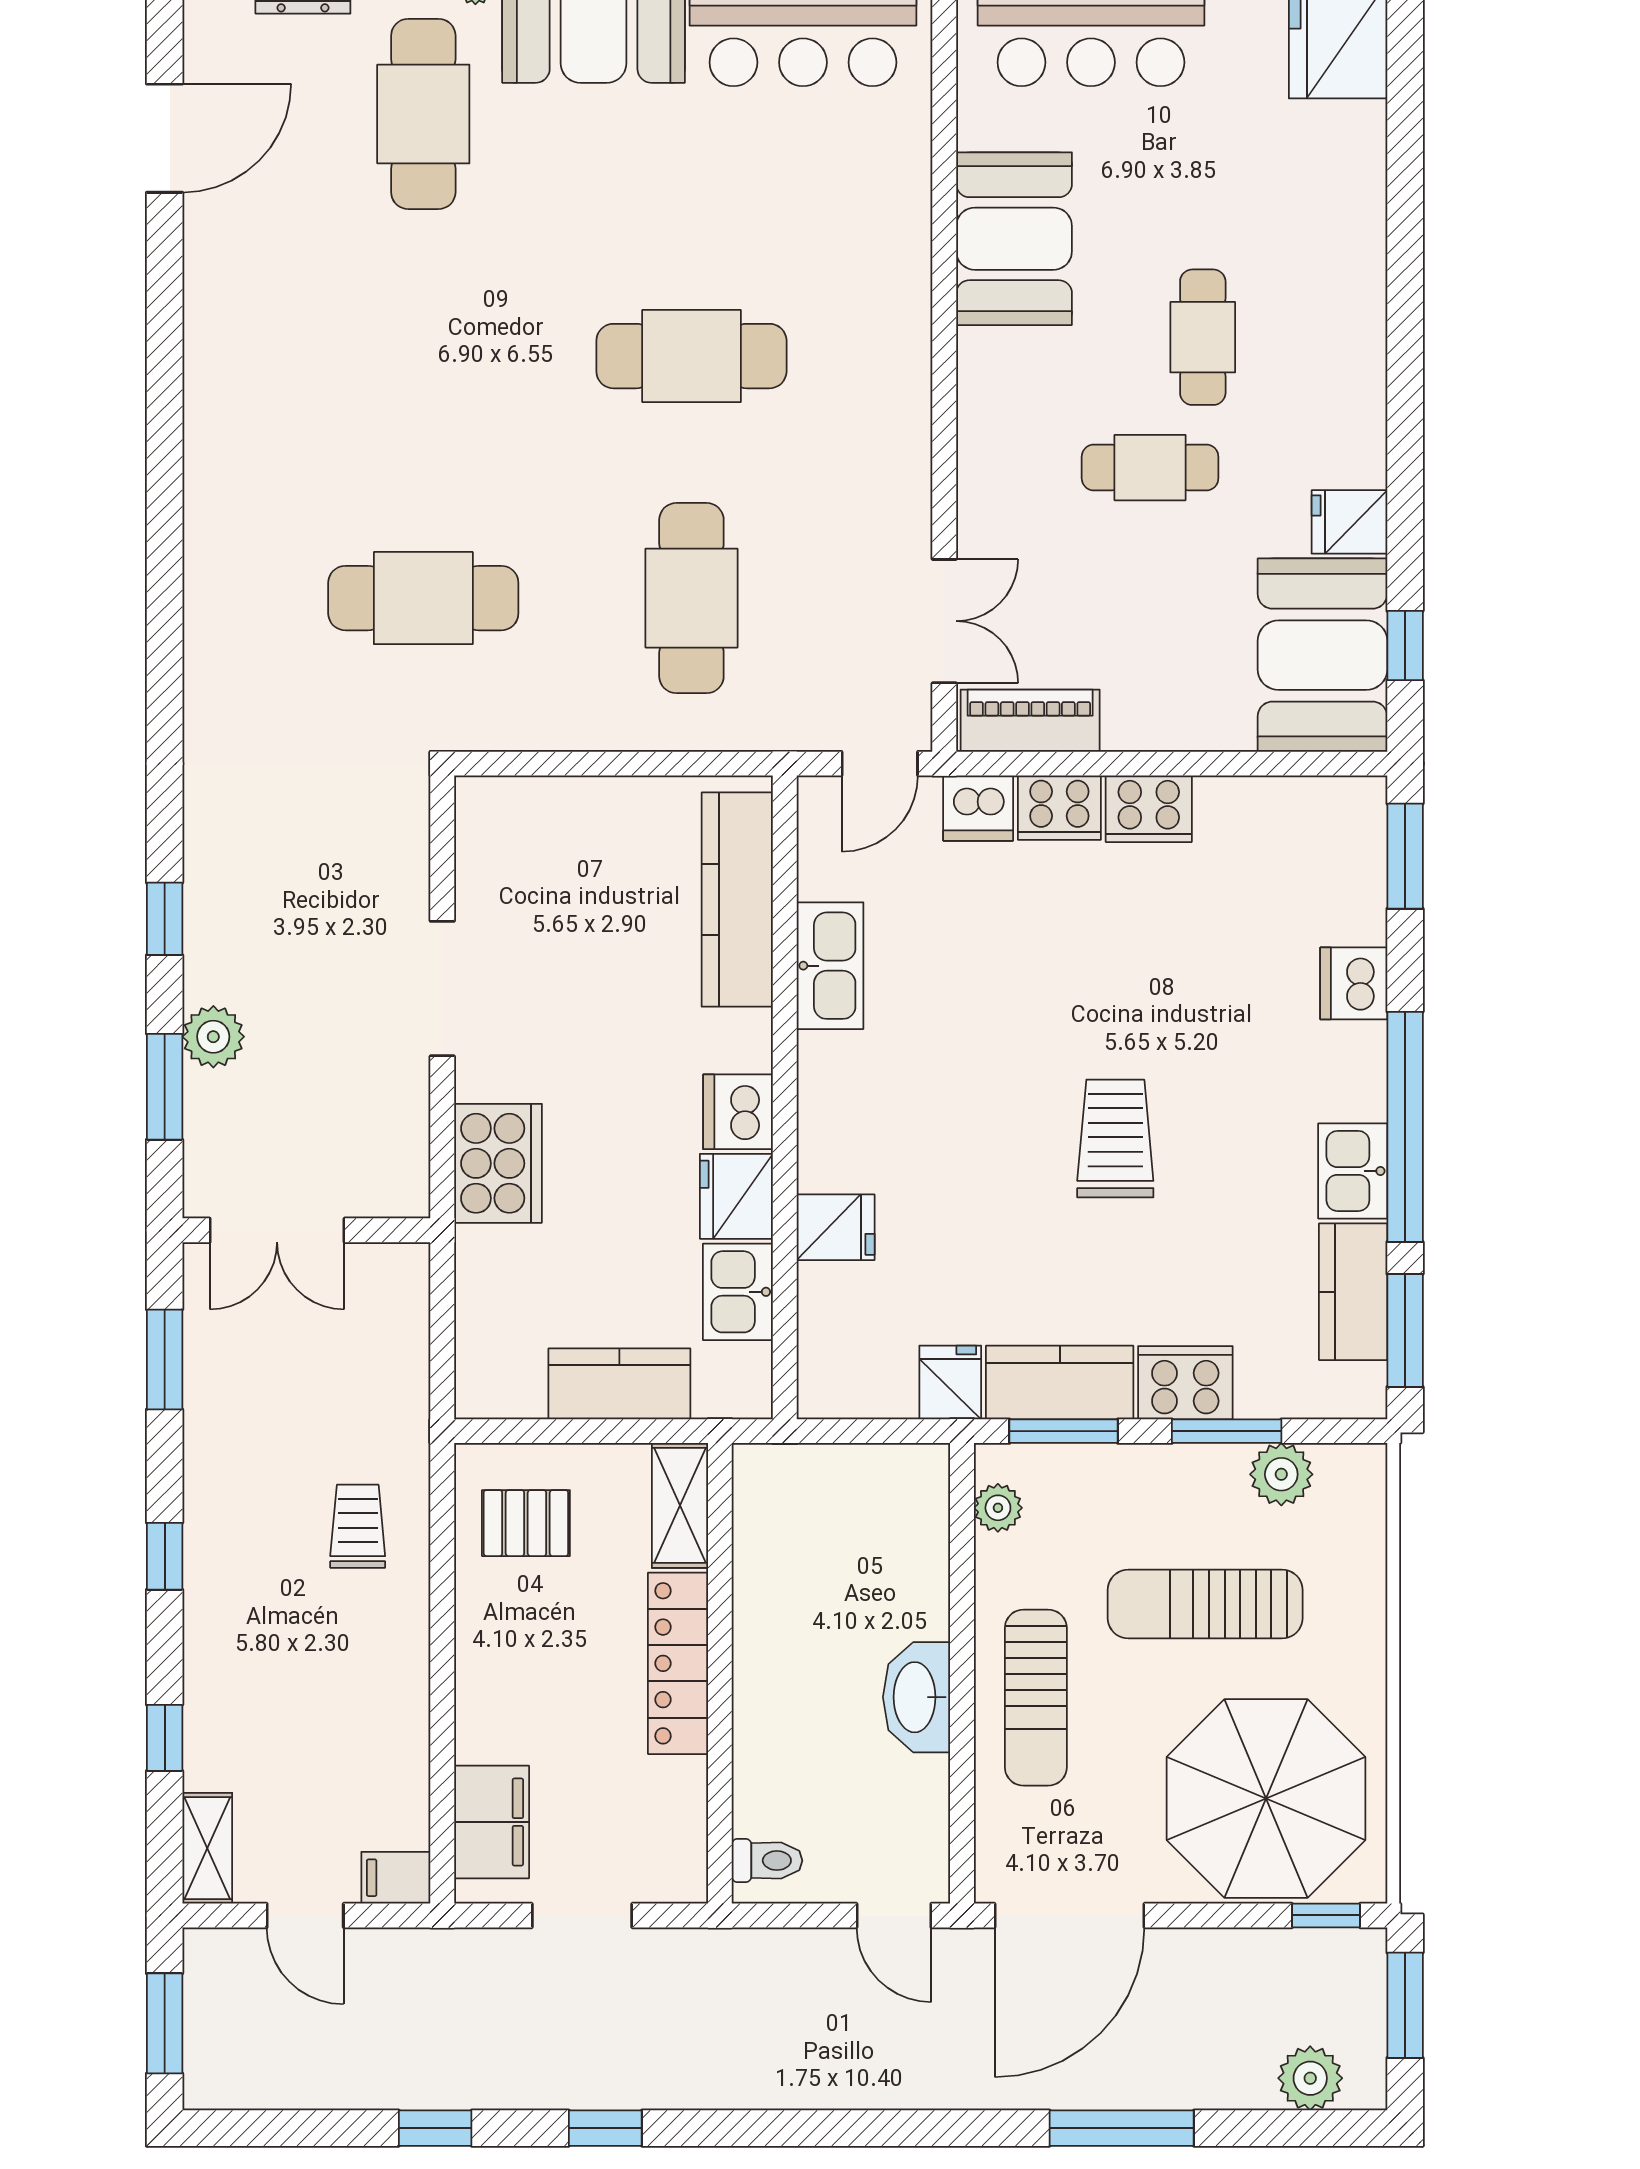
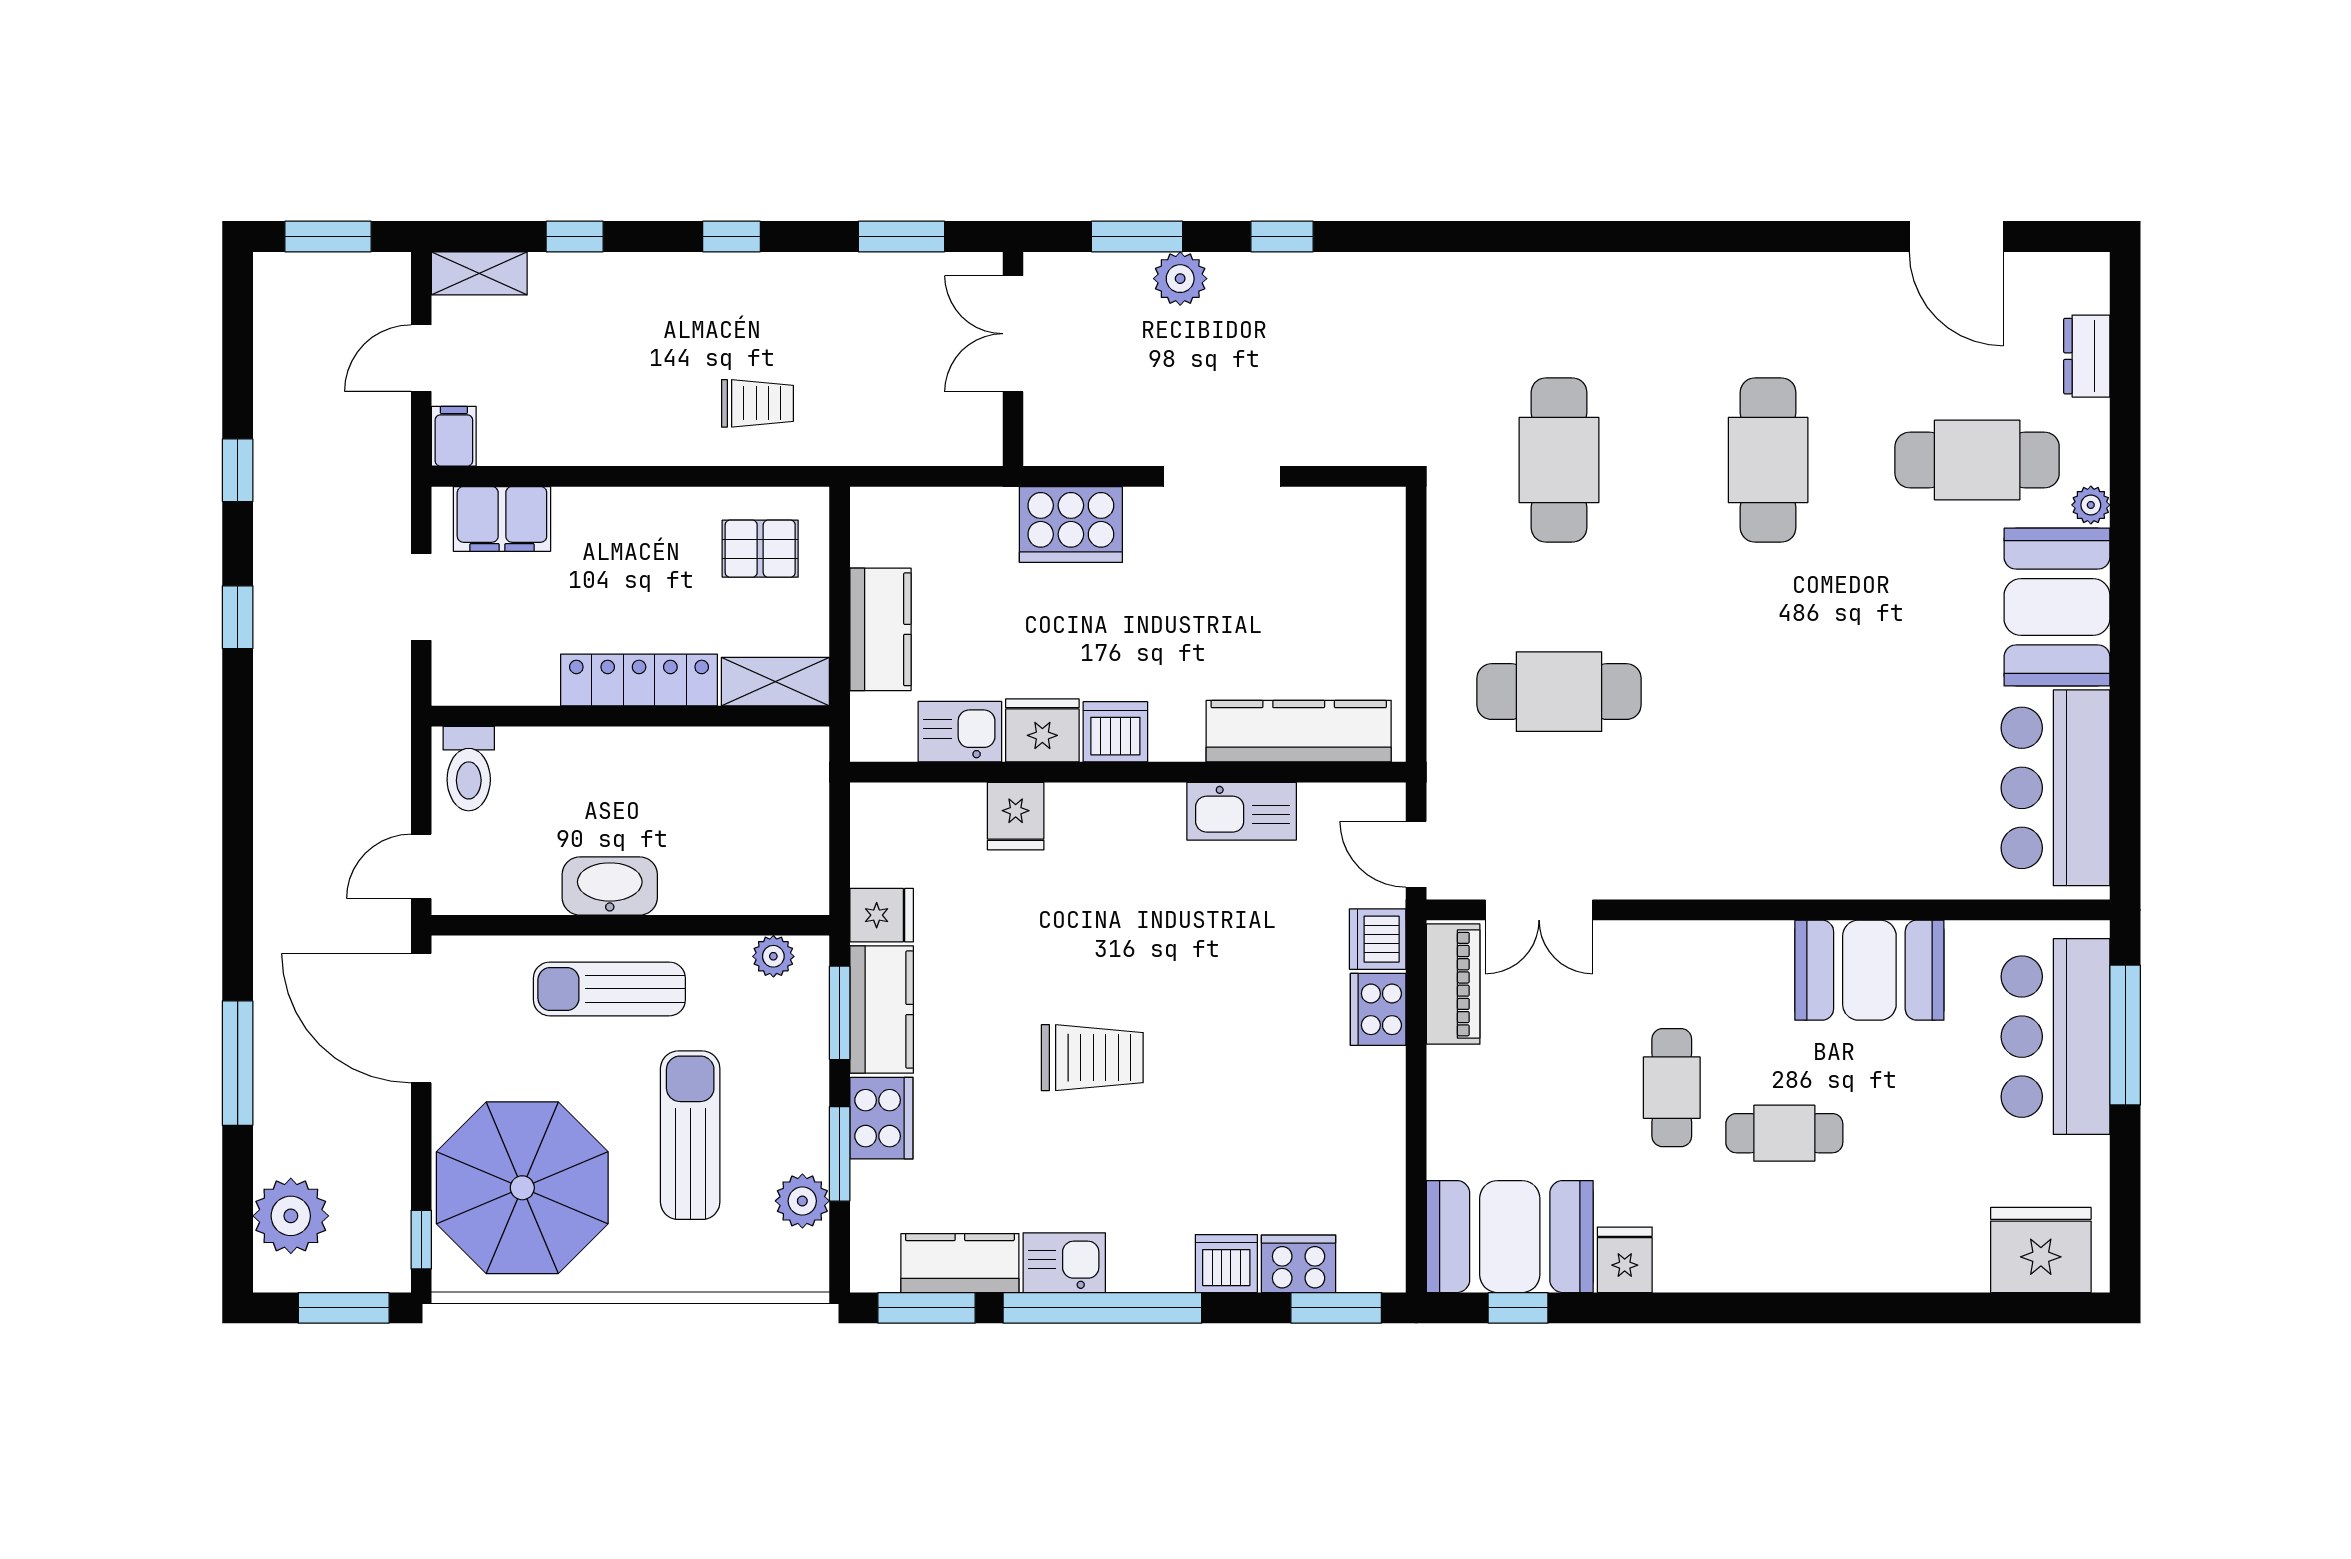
cafe table: (691, 356) -> (1768, 460), moved
cooker: (1149, 809) -> (1299, 1264), moved, turned 90
pallet: (526, 1523) -> (760, 549), turned 90
toilet: (767, 1861) -> (469, 769), width x1.37, depth x1.39
plant: (1310, 2078) -> (291, 1216), width x1.36, depth x1.36

